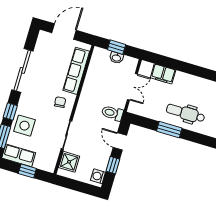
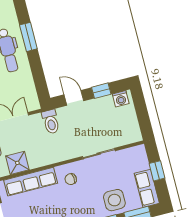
window: (169, 130) -> (28, 37), moved
door: (120, 141) -> (74, 98), swing flipped
shower: (69, 162) -> (17, 163), moved

